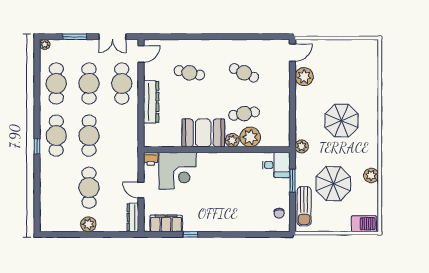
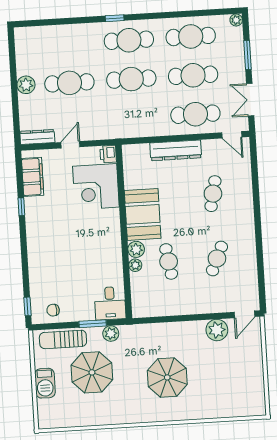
door: (292, 53) -> (244, 314), hinge flipped
plant: (250, 137) -> (135, 265), width x0.53, depth x0.53
plant: (302, 146) -> (111, 334), moved
plant: (371, 175) -> (104, 417), removed
barbecue: (364, 224) -> (45, 383), moved
window: (275, 234) -> (28, 306), added

